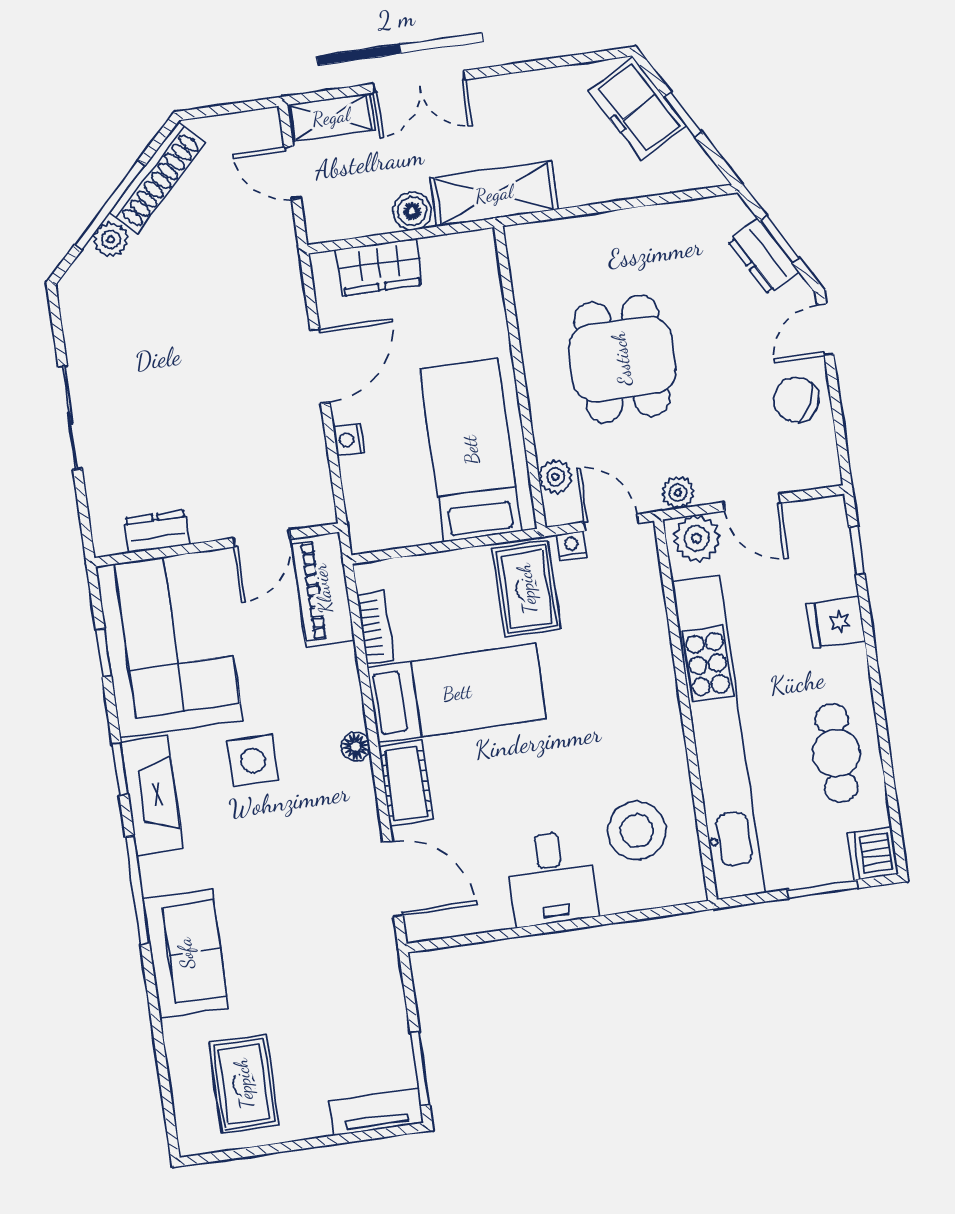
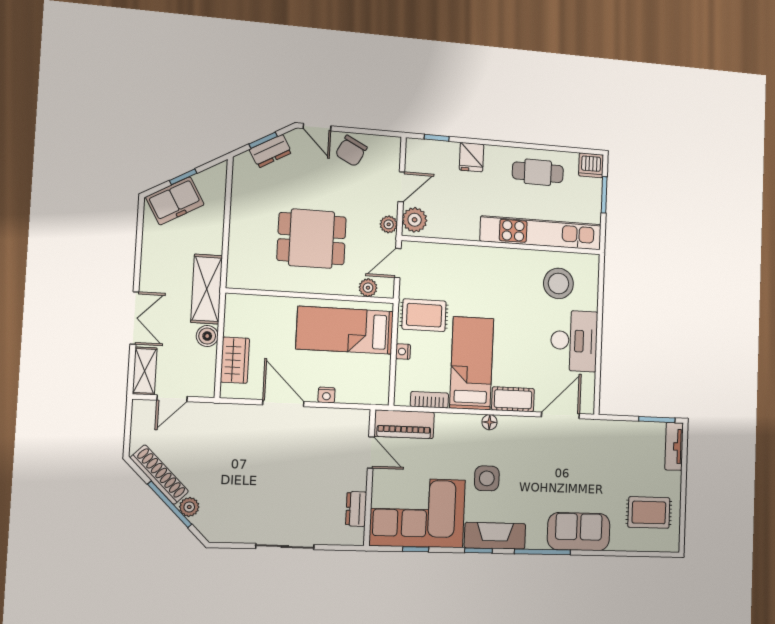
nightstand: (572, 546) -> (403, 352), moved
kitchen unit: (718, 737) -> (541, 233), width x0.73
desk: (552, 878) -> (574, 341), width x1.37

